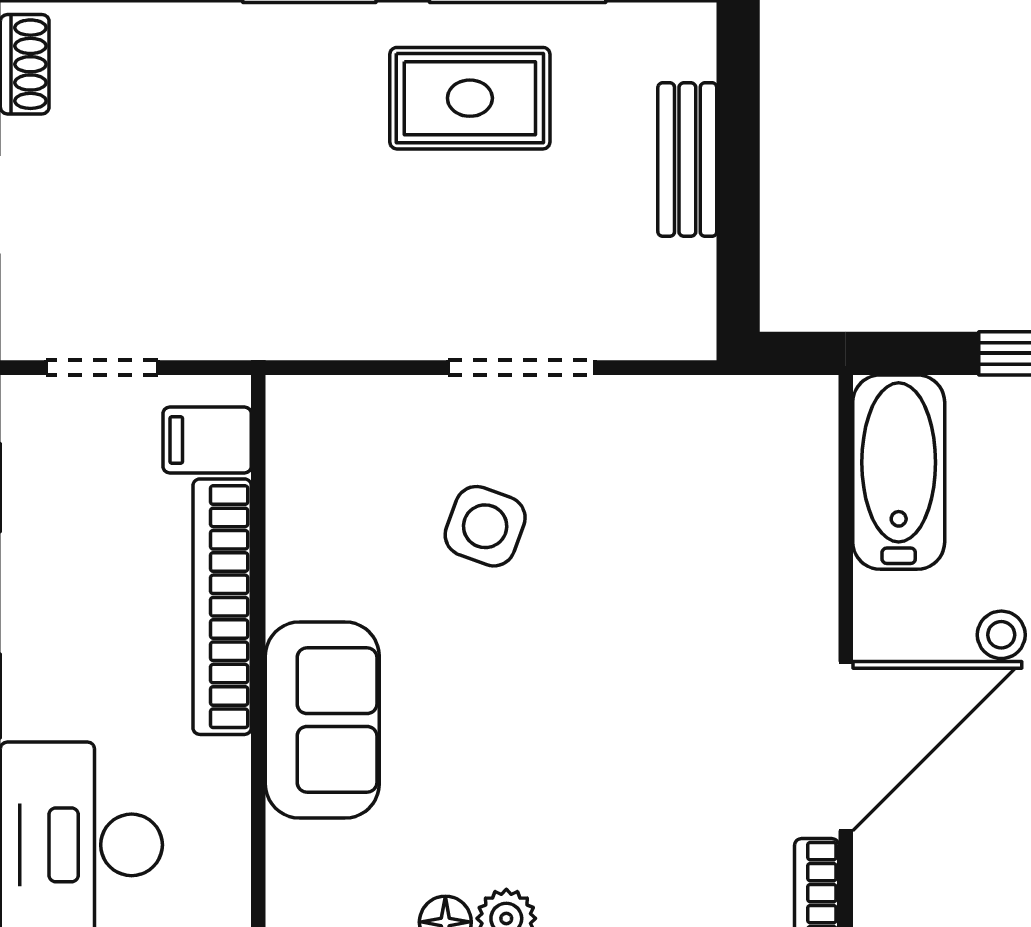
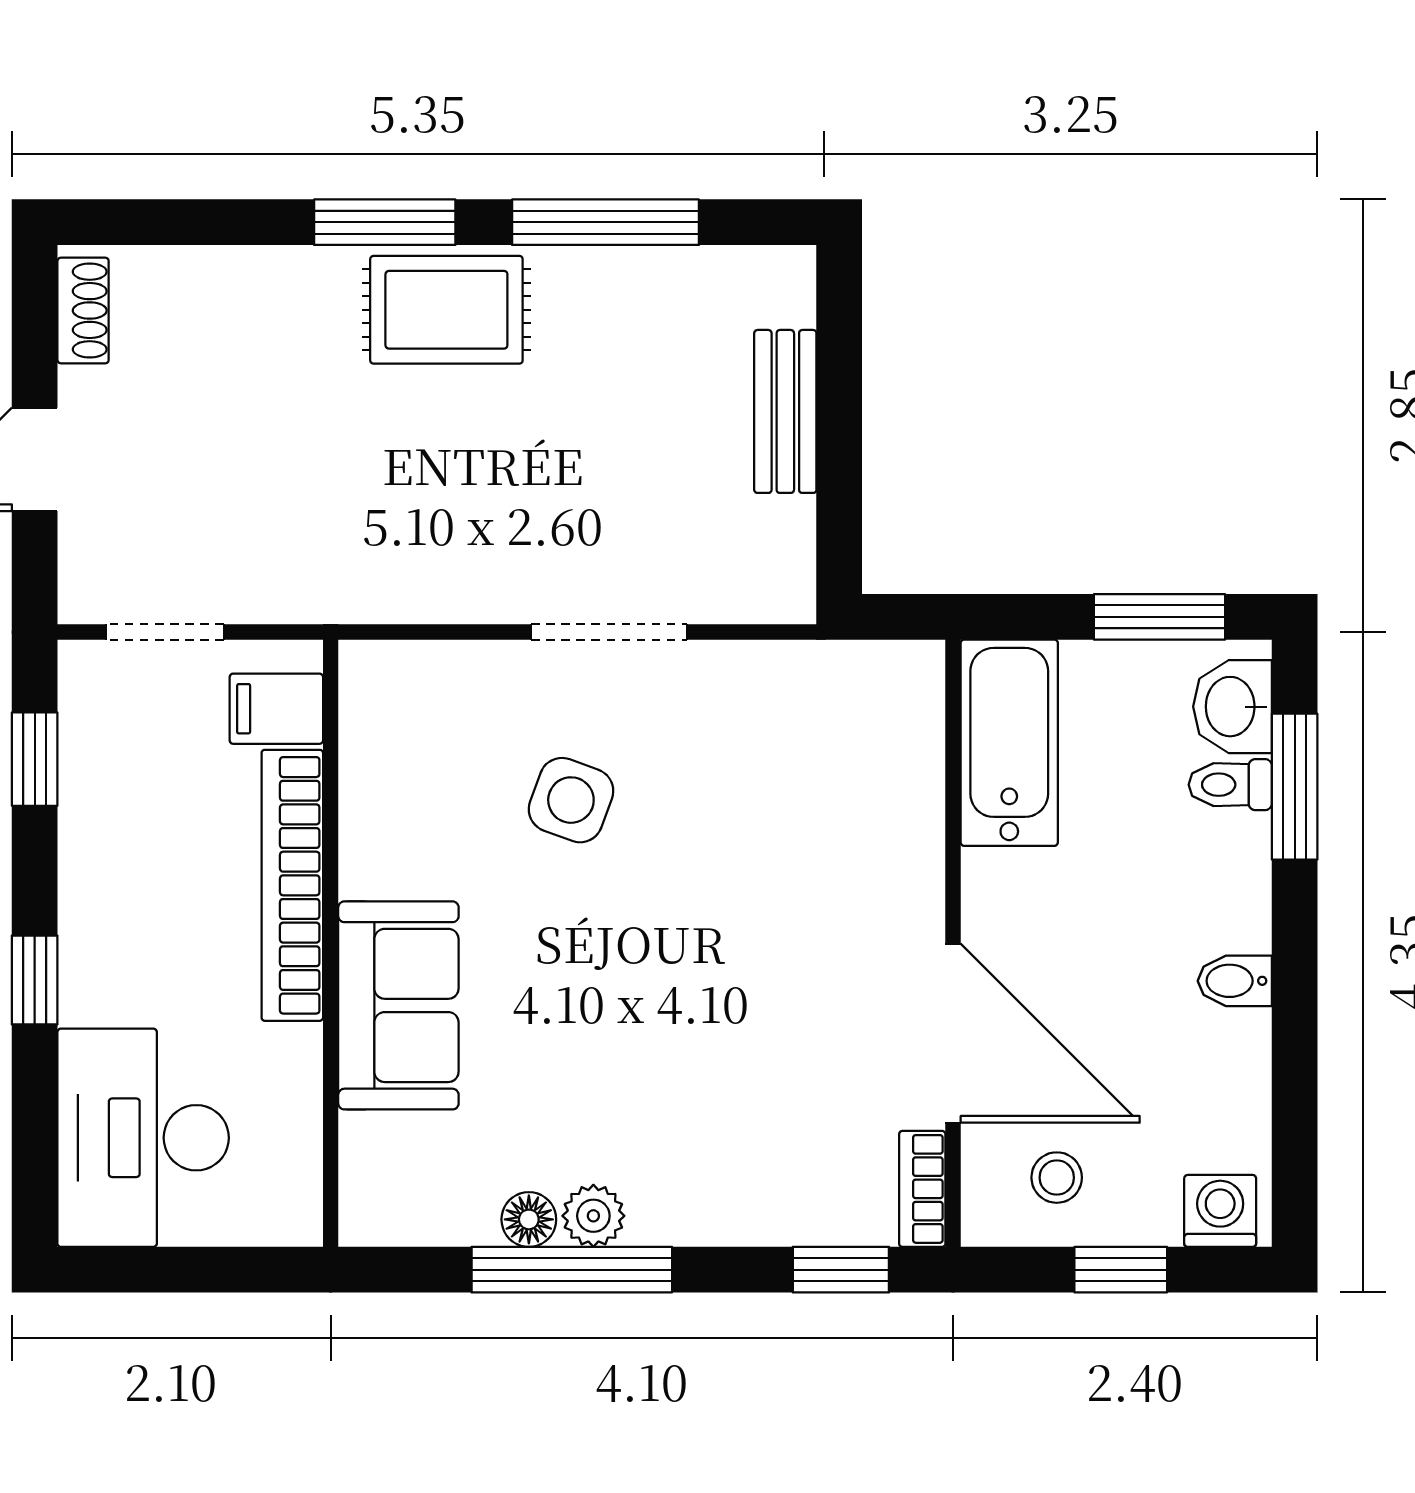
rug: (470, 98) -> (446, 310), moved
stool: (1001, 635) -> (1057, 1178), moved
door: (846, 746) -> (953, 1033), hinge flipped

